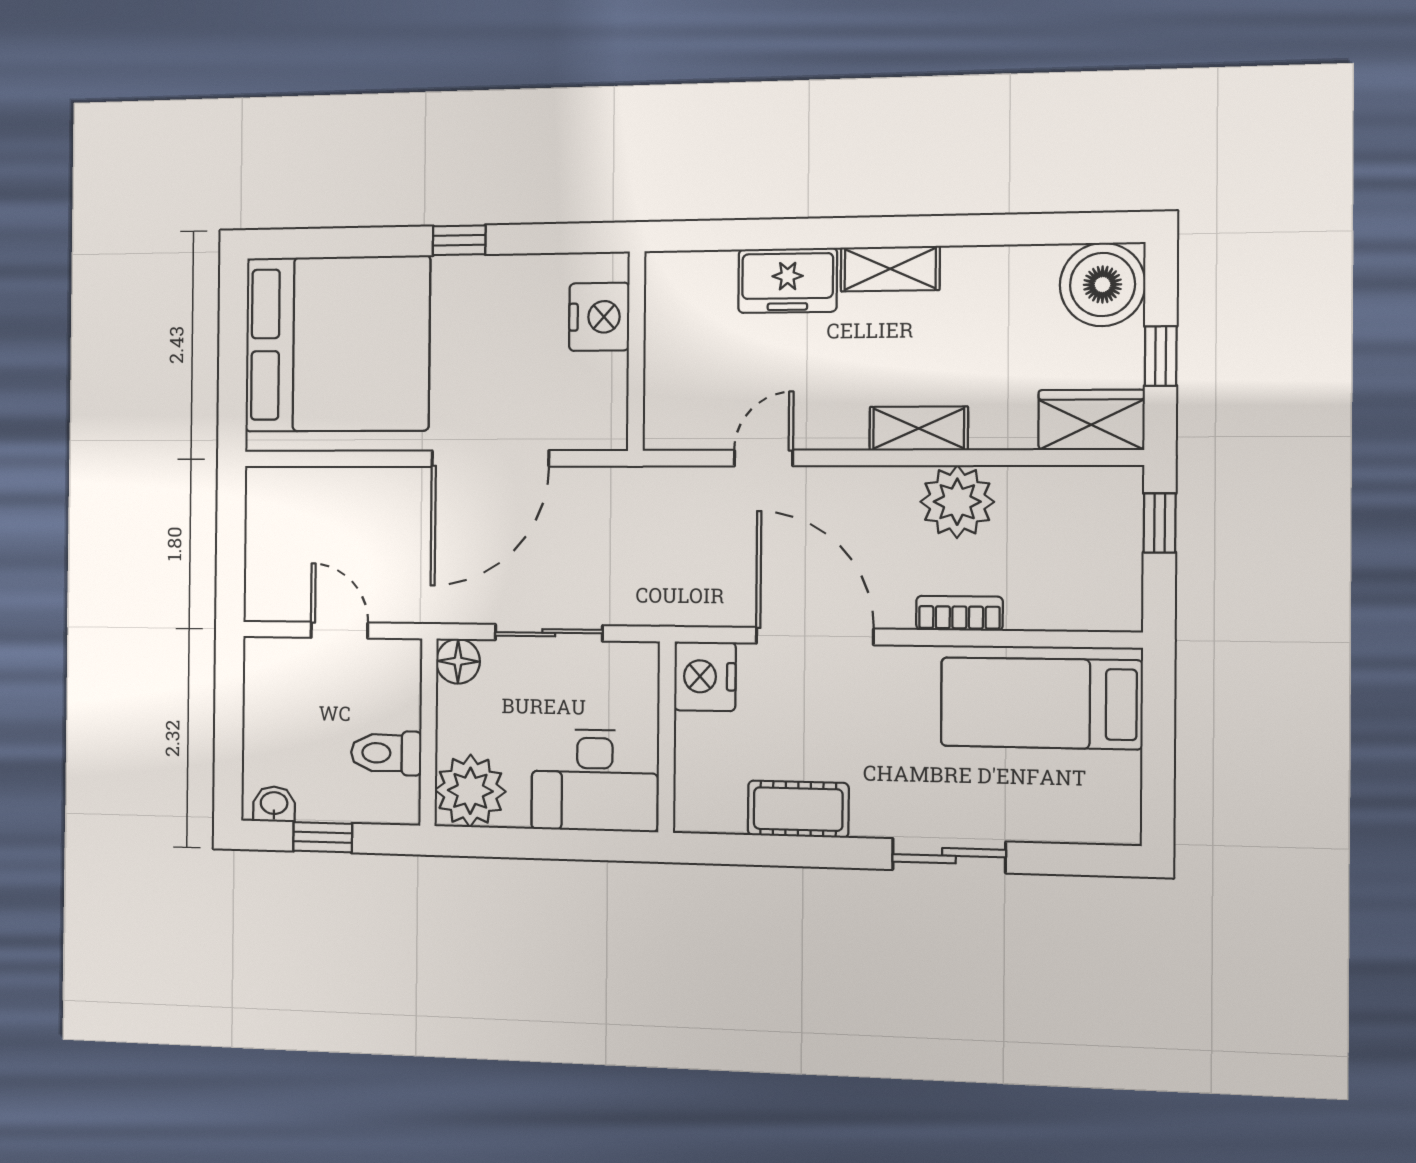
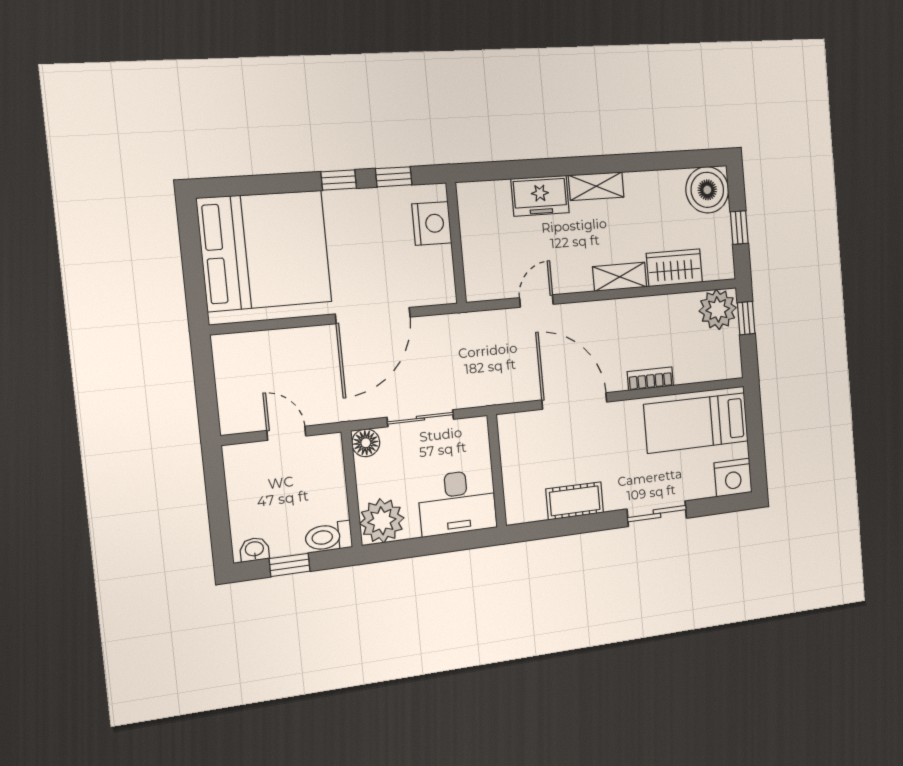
window: (546, 239) -> (394, 177), added
wardrobe: (1091, 420) -> (674, 268), moved
plant: (957, 502) -> (718, 309), moved
nightstand: (705, 676) -> (733, 478), moved, turned -90
toilet: (386, 753) -> (329, 537), moved

